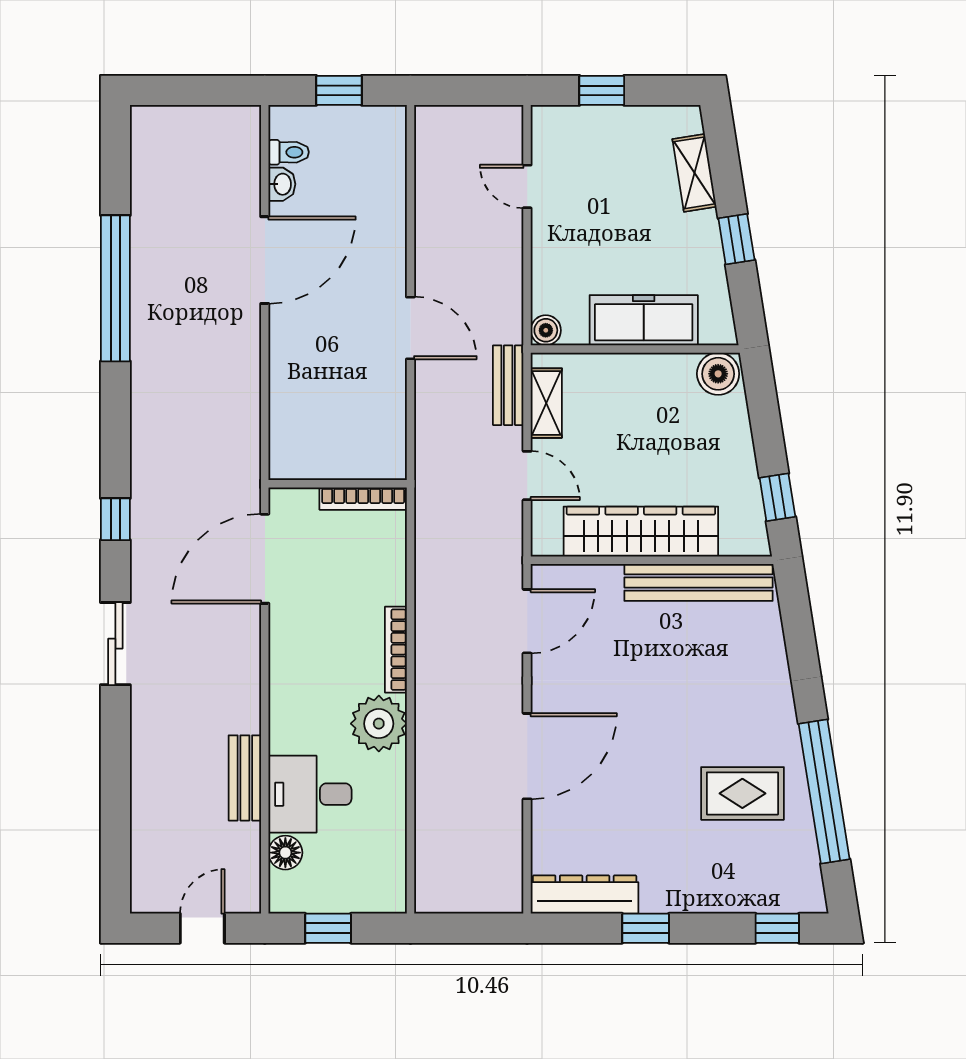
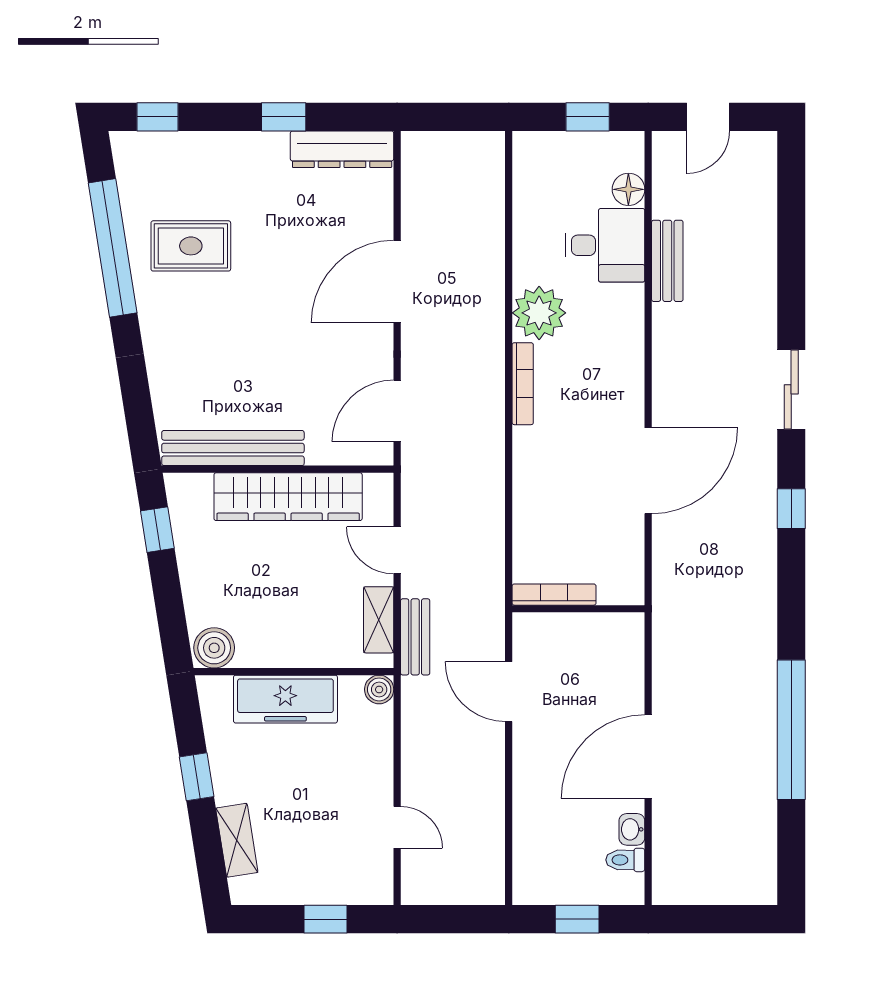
wall: (338, 484) -> (578, 609), moved
bookcase: (363, 499) -> (554, 595), moved

